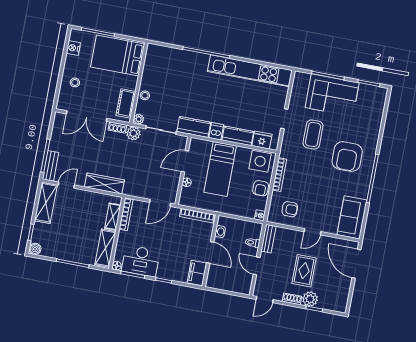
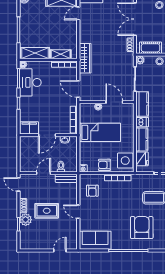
plant: (133, 133) -> (128, 58), removed
armchair: (347, 157) -> (142, 228), turned 90
bed: (220, 169) -> (100, 132), moved, turned 180
wardrobe: (104, 184) -> (85, 58), moved
door: (66, 185) -> (78, 13), swing flipped
door: (356, 264) -> (60, 250), width x0.53

